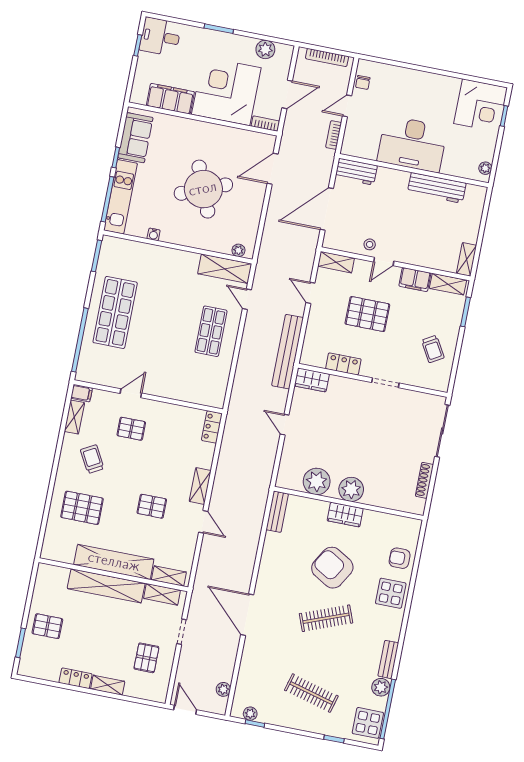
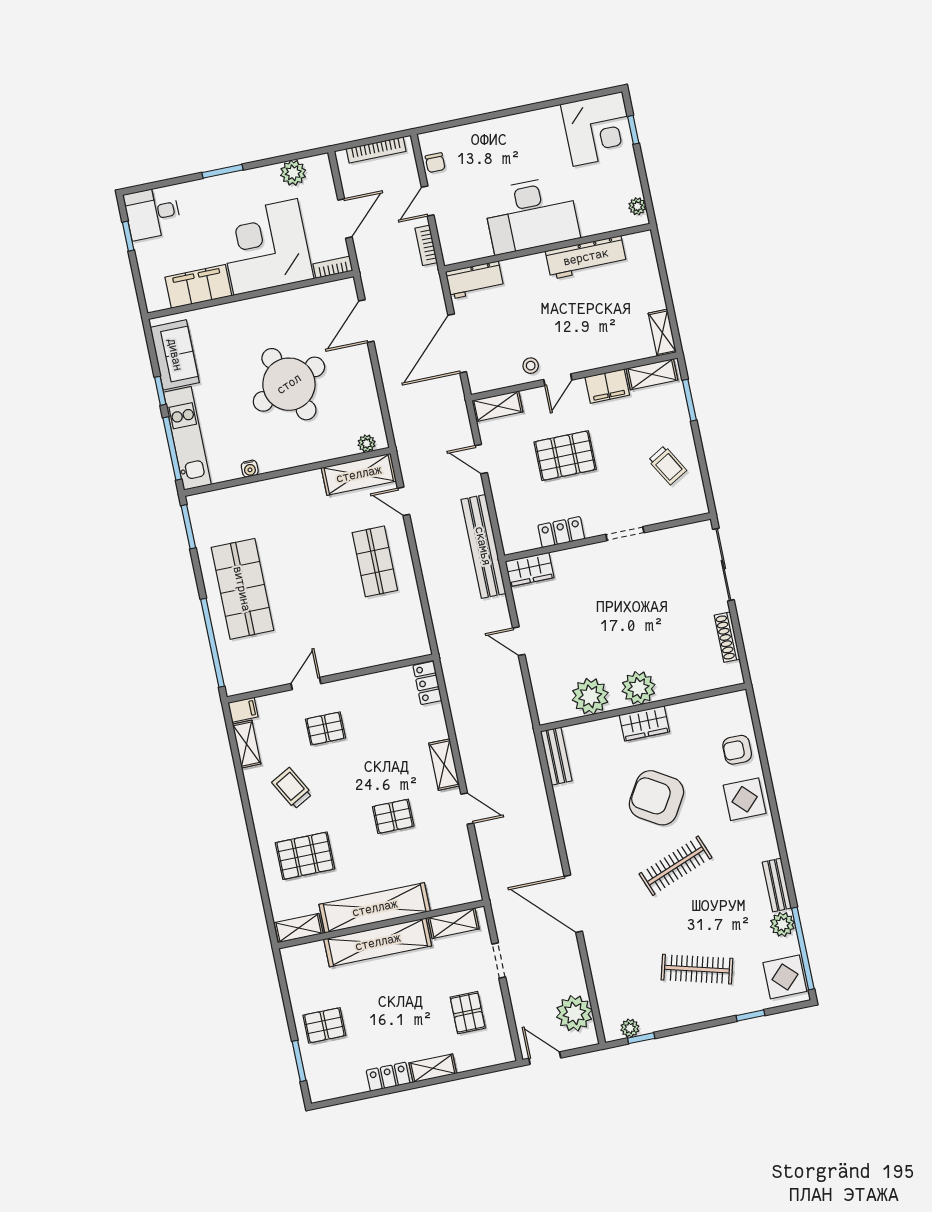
shelving: (169, 576) -> (299, 928), moved
plant: (223, 689) -> (574, 1013), width x1.87, depth x1.87

